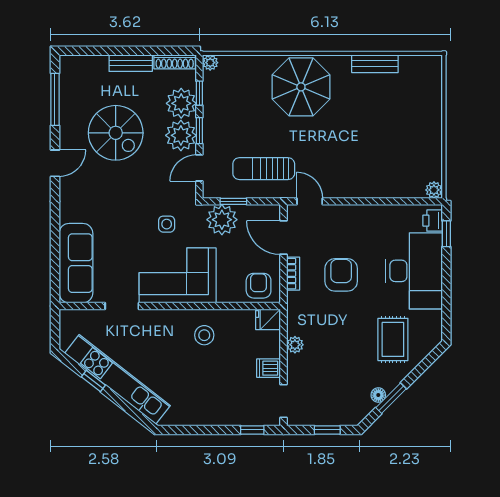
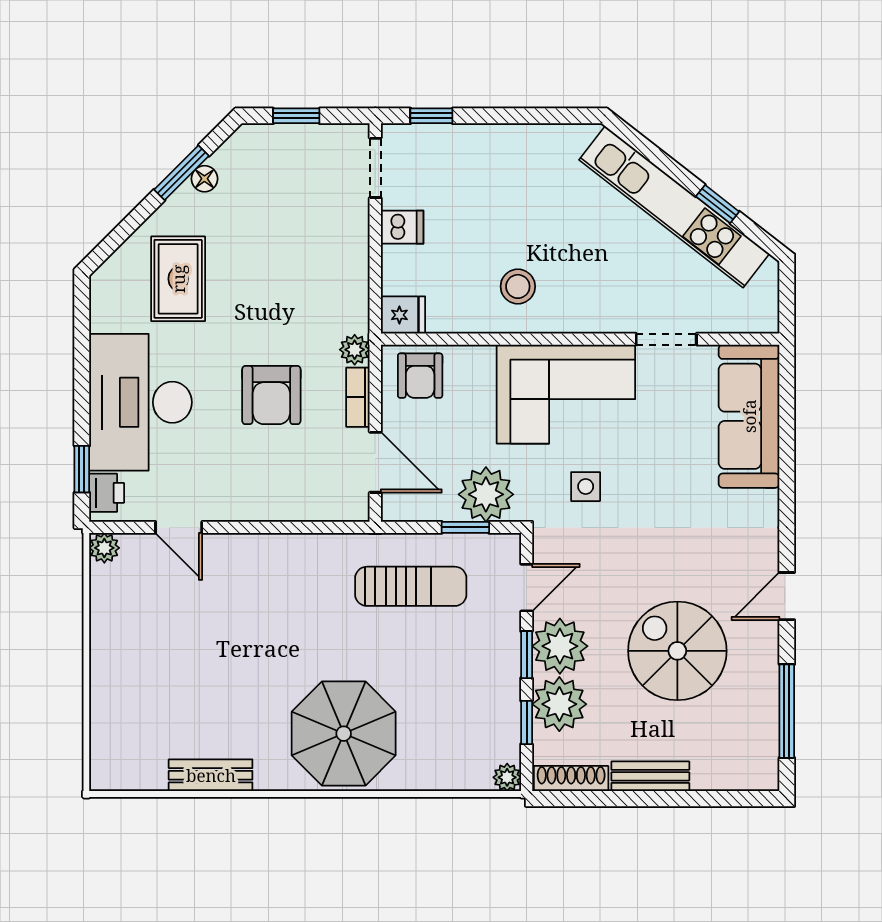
door: (310, 201) -> (179, 527), moved
plant: (295, 345) -> (355, 350), moved

